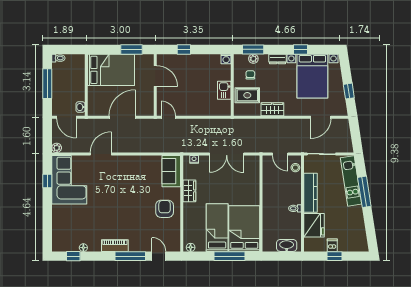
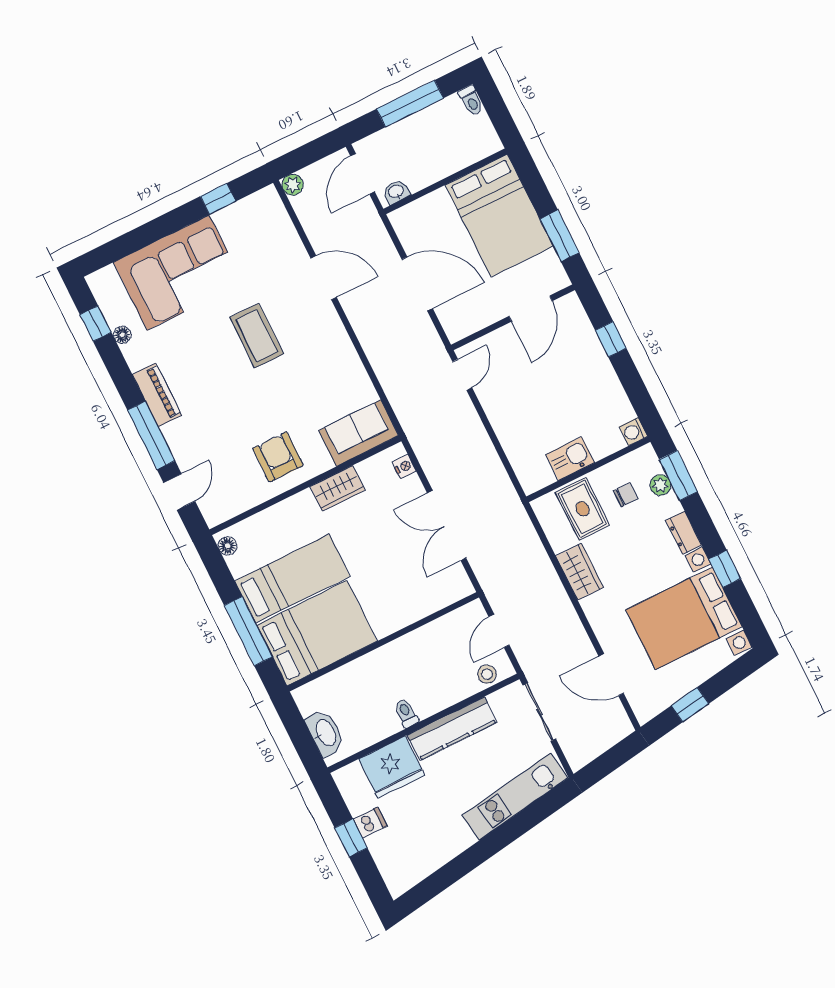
corner sofa: (69, 180) -> (178, 273), moved
window: (364, 192) -> (507, 833), removed
coffee table: (111, 193) -> (257, 336), added
armchair: (165, 209) -> (278, 457), turned -90

